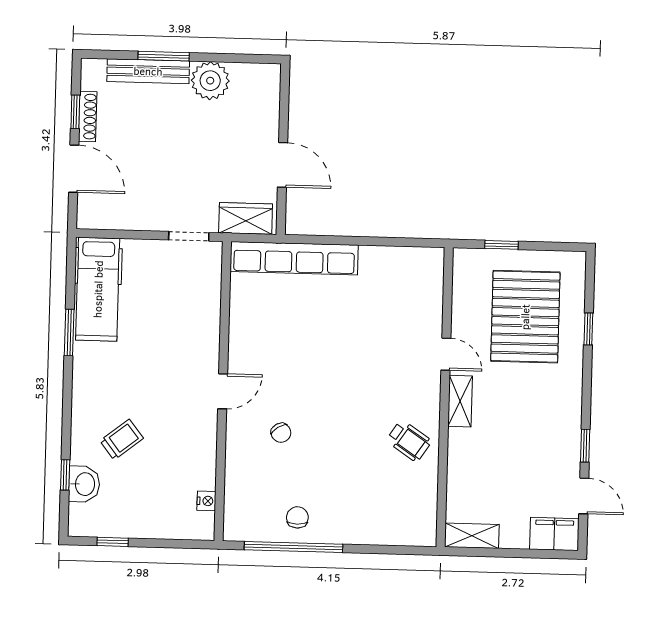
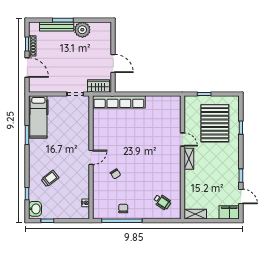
wheelchair: (409, 441) -> (162, 202), moved
washbasin: (84, 484) -> (35, 209), moved

